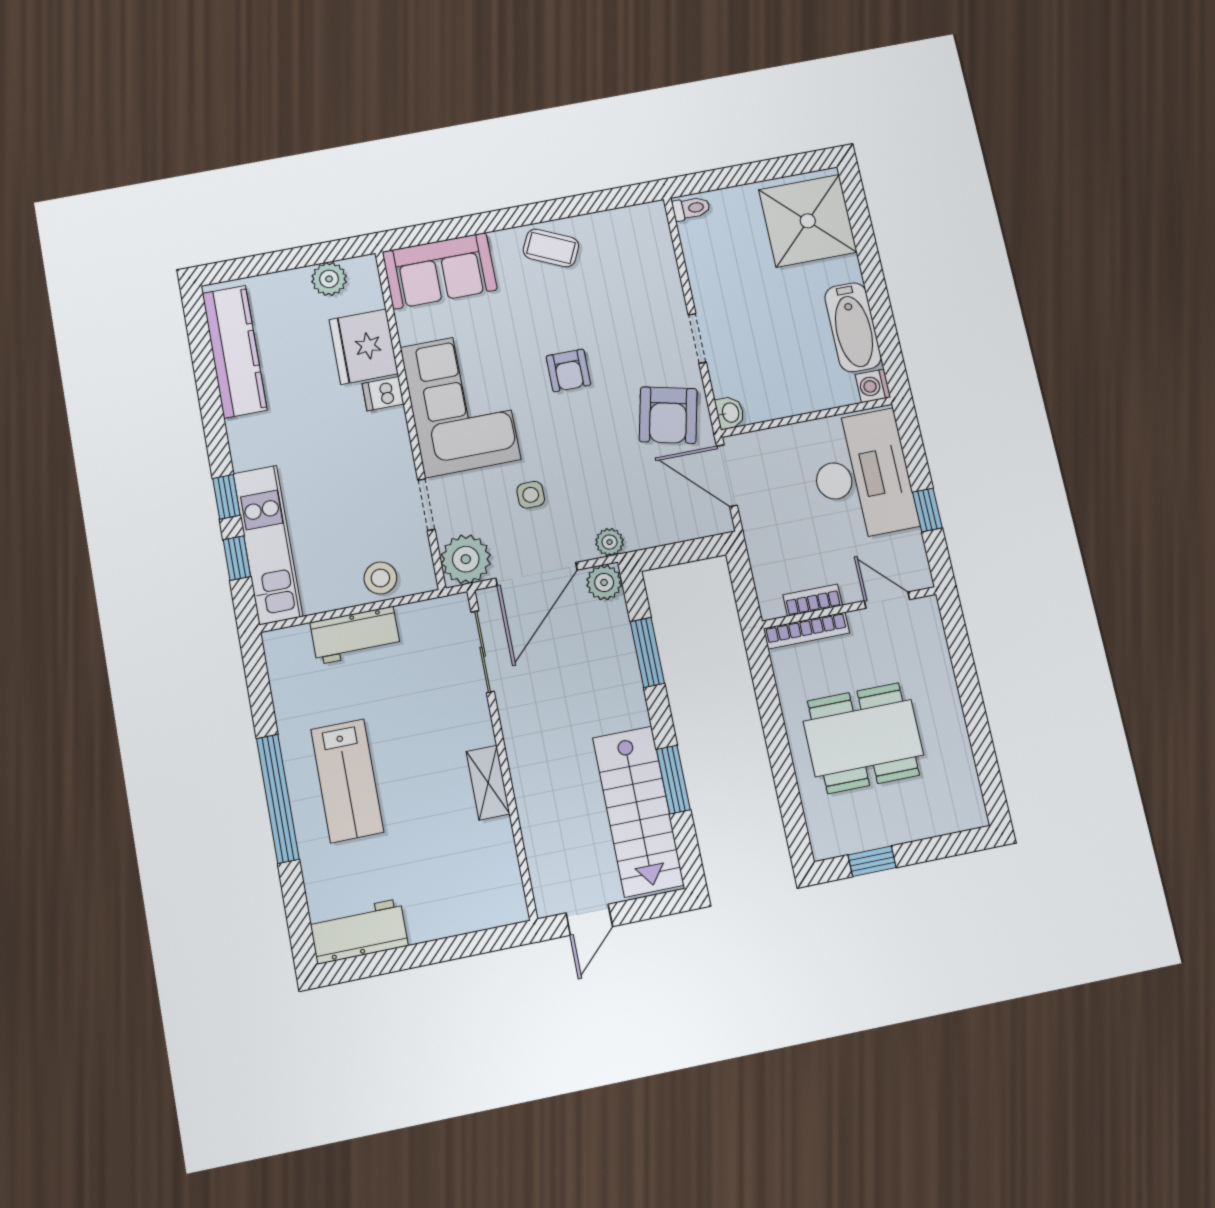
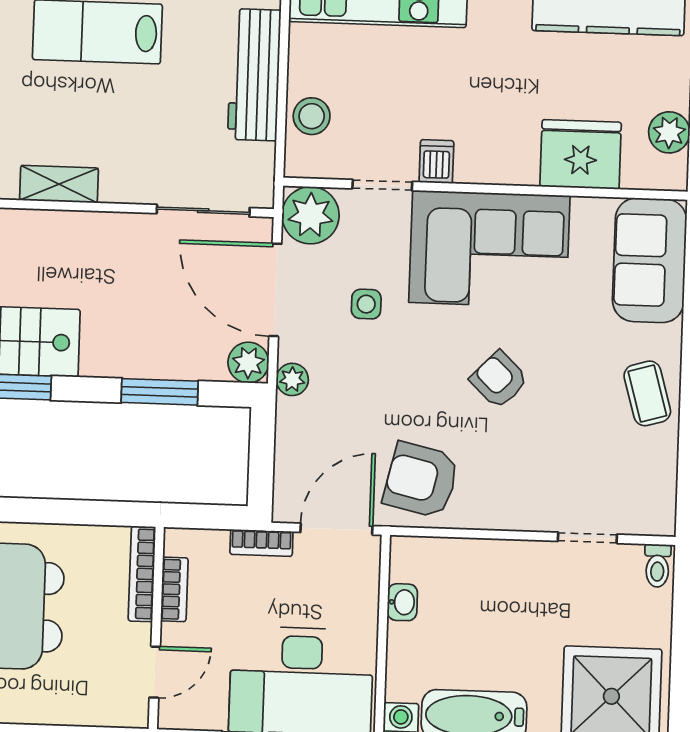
coffee table: (551, 248) -> (647, 393), turned -41
doorway: (697, 338) -> (587, 538), moved
armchair: (568, 370) -> (499, 380), turned 44
dishwasher: (383, 394) -> (436, 162), moved
washbasin: (730, 413) -> (402, 602), moved, turned -90
bookcase: (754, 536) -> (261, 543), added
workbench: (355, 635) -> (254, 75), width x1.37

